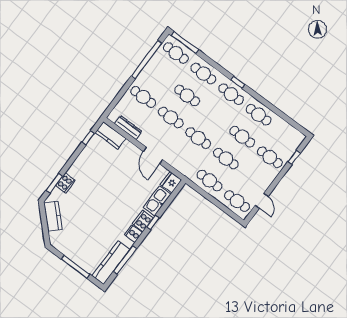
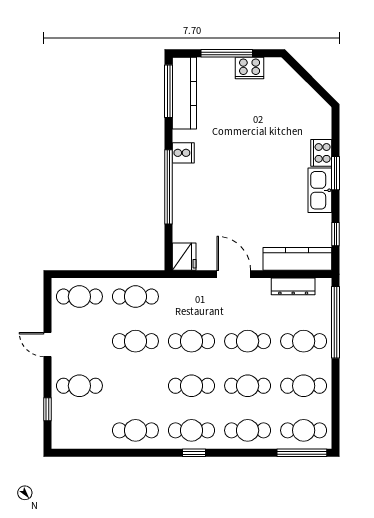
window: (147, 59) -> (336, 322), moved
cafe table: (160, 75) -> (304, 386), added
kitchen counter: (110, 135) -> (297, 259), width x1.50
cafe table: (242, 137) -> (192, 386), moved
window: (54, 183) -> (336, 173), moved
kitchen sink: (157, 201) -> (320, 190), moved, turned 180
door: (262, 201) -> (47, 345), moved
kitchen counter: (53, 216) -> (305, 97), removed
cooker: (143, 221) -> (250, 68), moved, turned 90
window: (153, 222) -> (168, 187), width x3.17
window: (125, 260) -> (168, 91), moved

